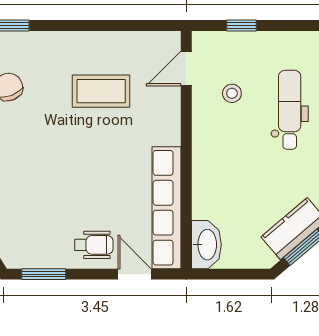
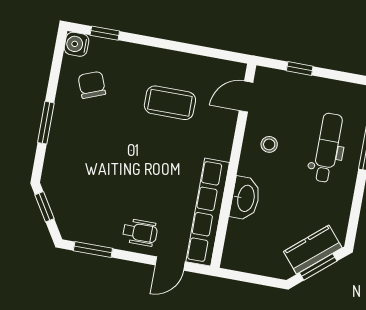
stool: (232, 93) -> (269, 144), moved
washbasin: (206, 245) -> (245, 198), moved
door: (134, 274) -> (170, 264), swing flipped

